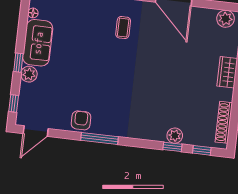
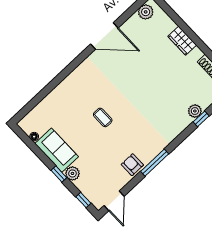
coffee table: (123, 28) -> (103, 117), moved

